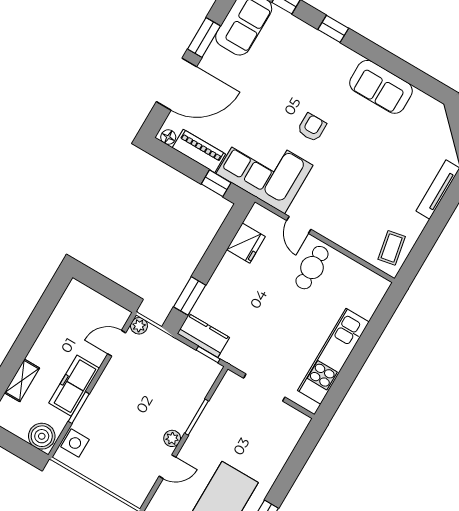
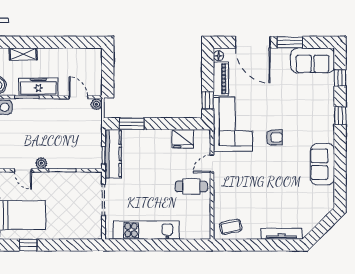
kitchen counter: (203, 336) -> (113, 154), width x1.50

